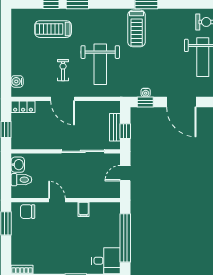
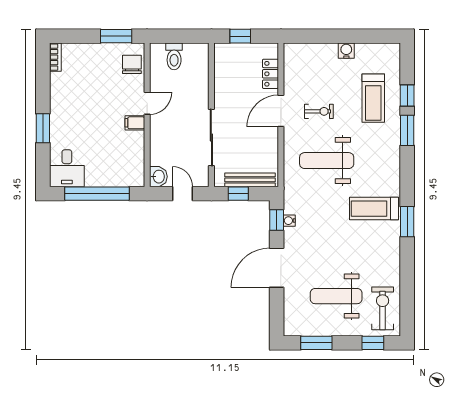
treadmill: (53, 29) -> (373, 98), turned 180
water cooler: (17, 81) -> (346, 51), moved
locker: (23, 107) -> (270, 74), moved
bench: (115, 127) -> (250, 180), width x1.36
washbasin: (18, 165) -> (158, 177), moved, turned -90
filing cabinet: (84, 209) -> (135, 123), moved

